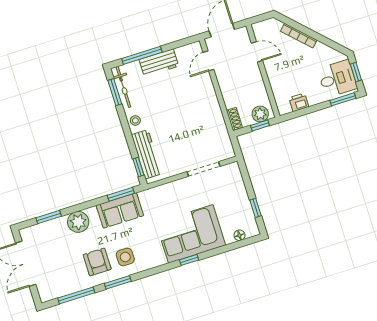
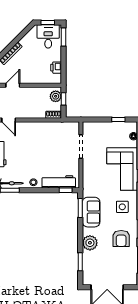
side table: (125, 257) -> (122, 207), moved
armchair: (97, 262) -> (121, 238), turned -90

